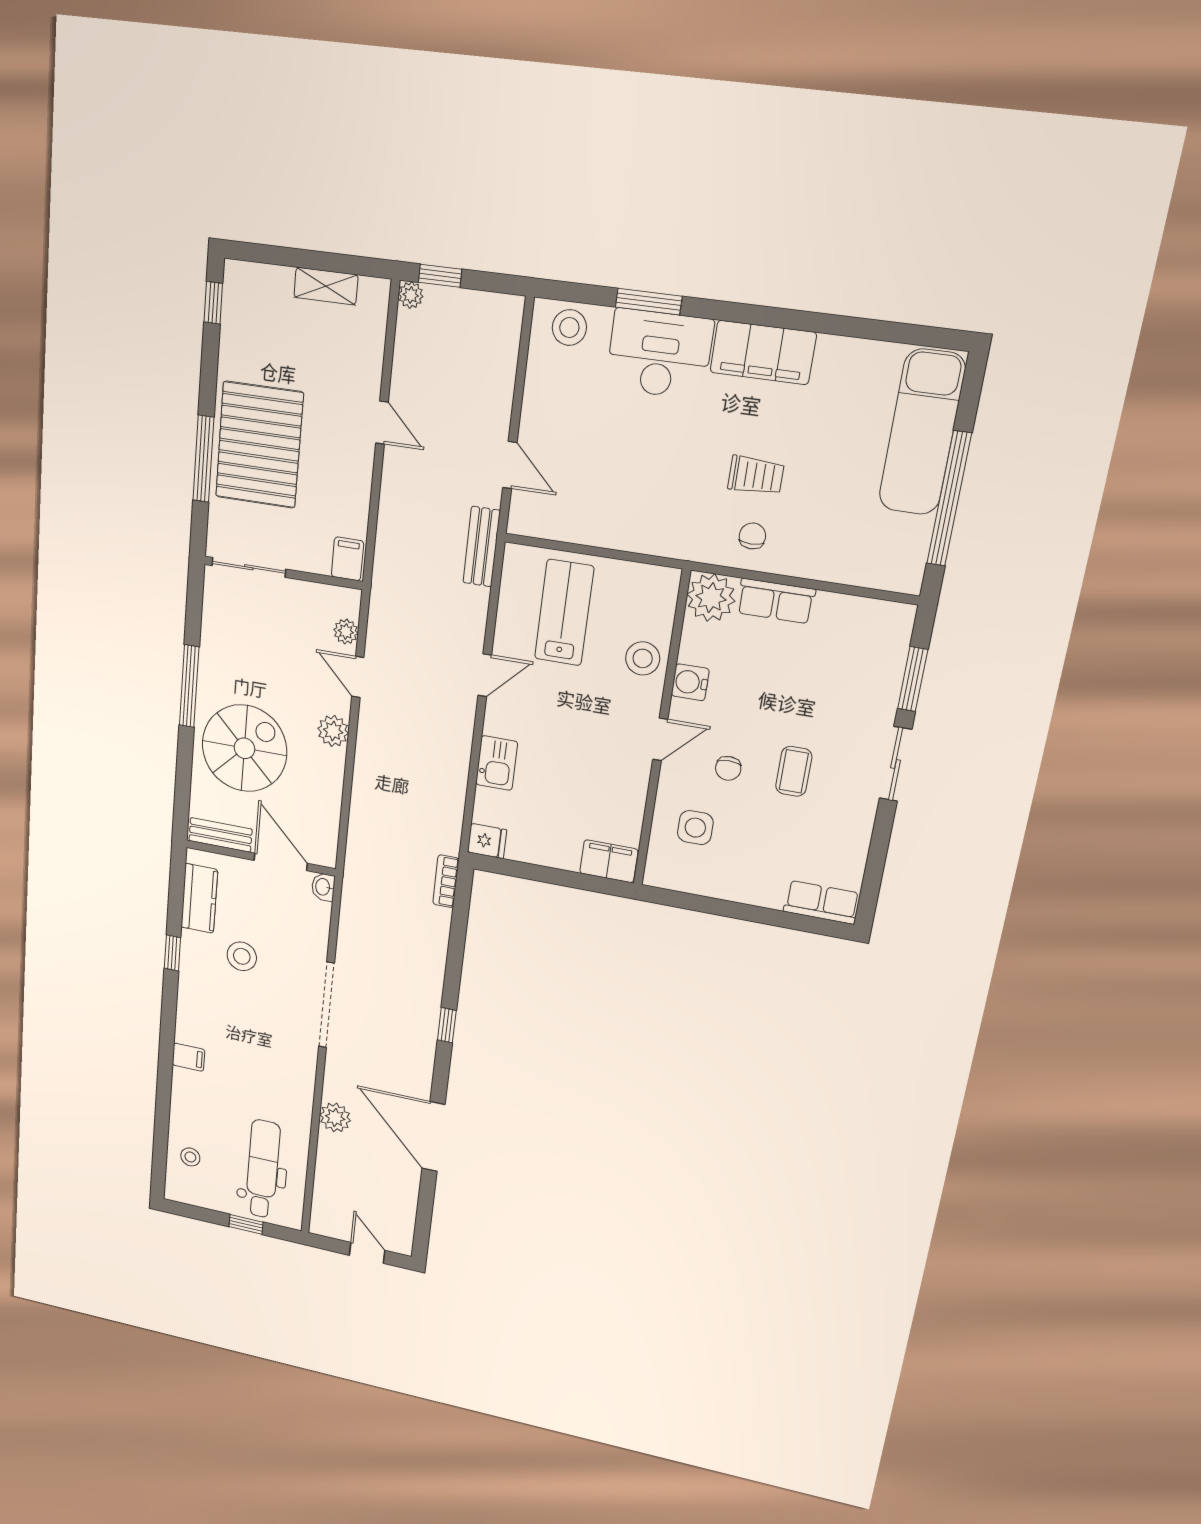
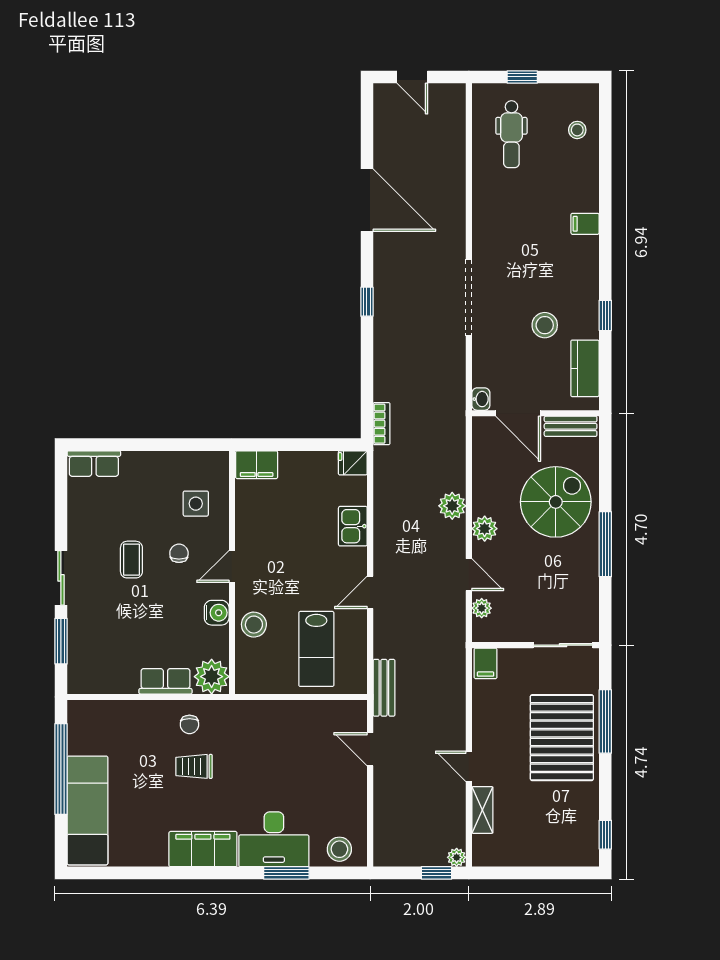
shelving: (326, 286) -> (482, 810), moved, turned 90
spiral stairs: (244, 748) -> (556, 502), turned 180
plant: (335, 1118) -> (452, 506), moved
dental chair: (263, 1169) -> (511, 134), width x0.73, depth x0.72

